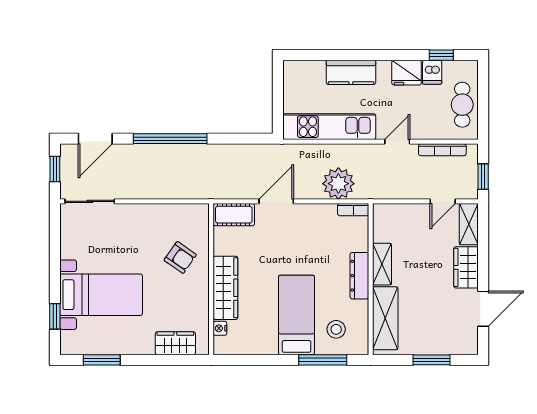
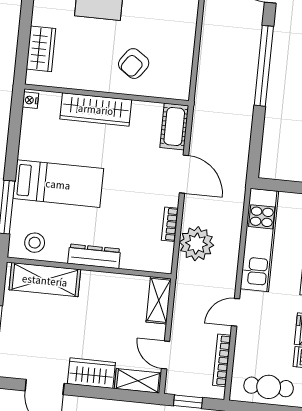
door: (397, 142) -> (236, 312), swing flipped
bookcase: (353, 210) -> (170, 224), moved
shelving: (382, 264) -> (159, 300), moved, turned 90
nightstand: (220, 328) -> (30, 100), moved, turned -90
stool: (336, 329) -> (35, 243), moved

